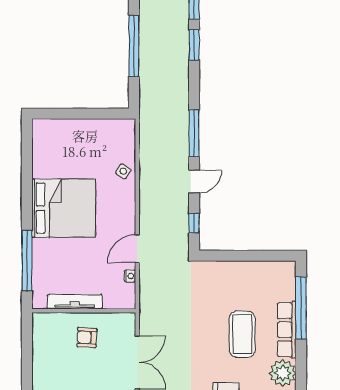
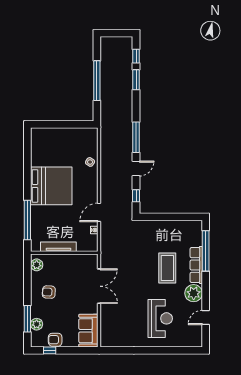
plant: (41, 330) -> (37, 265), added
armchair: (87, 338) -> (49, 292), moved

